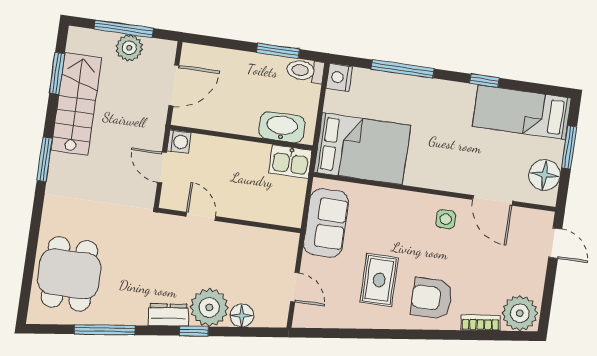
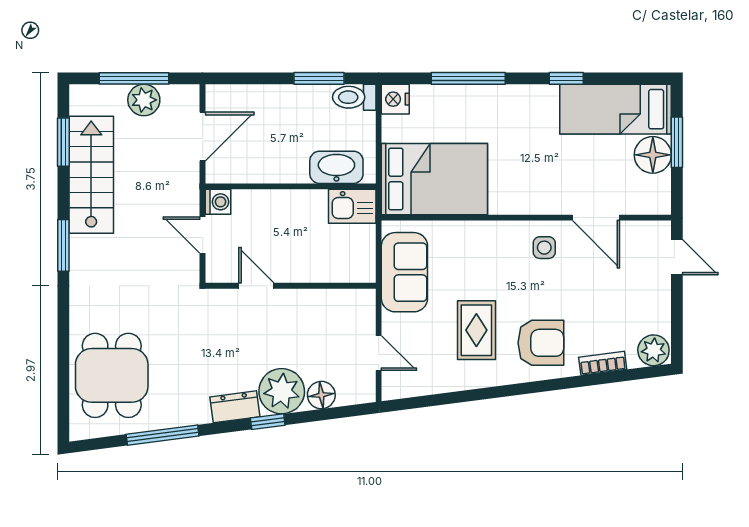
floor lamp: (544, 175) -> (653, 155), moved
armchair: (431, 298) -> (541, 343), turned 180
plant: (520, 313) -> (653, 350), width x0.73, depth x0.73

